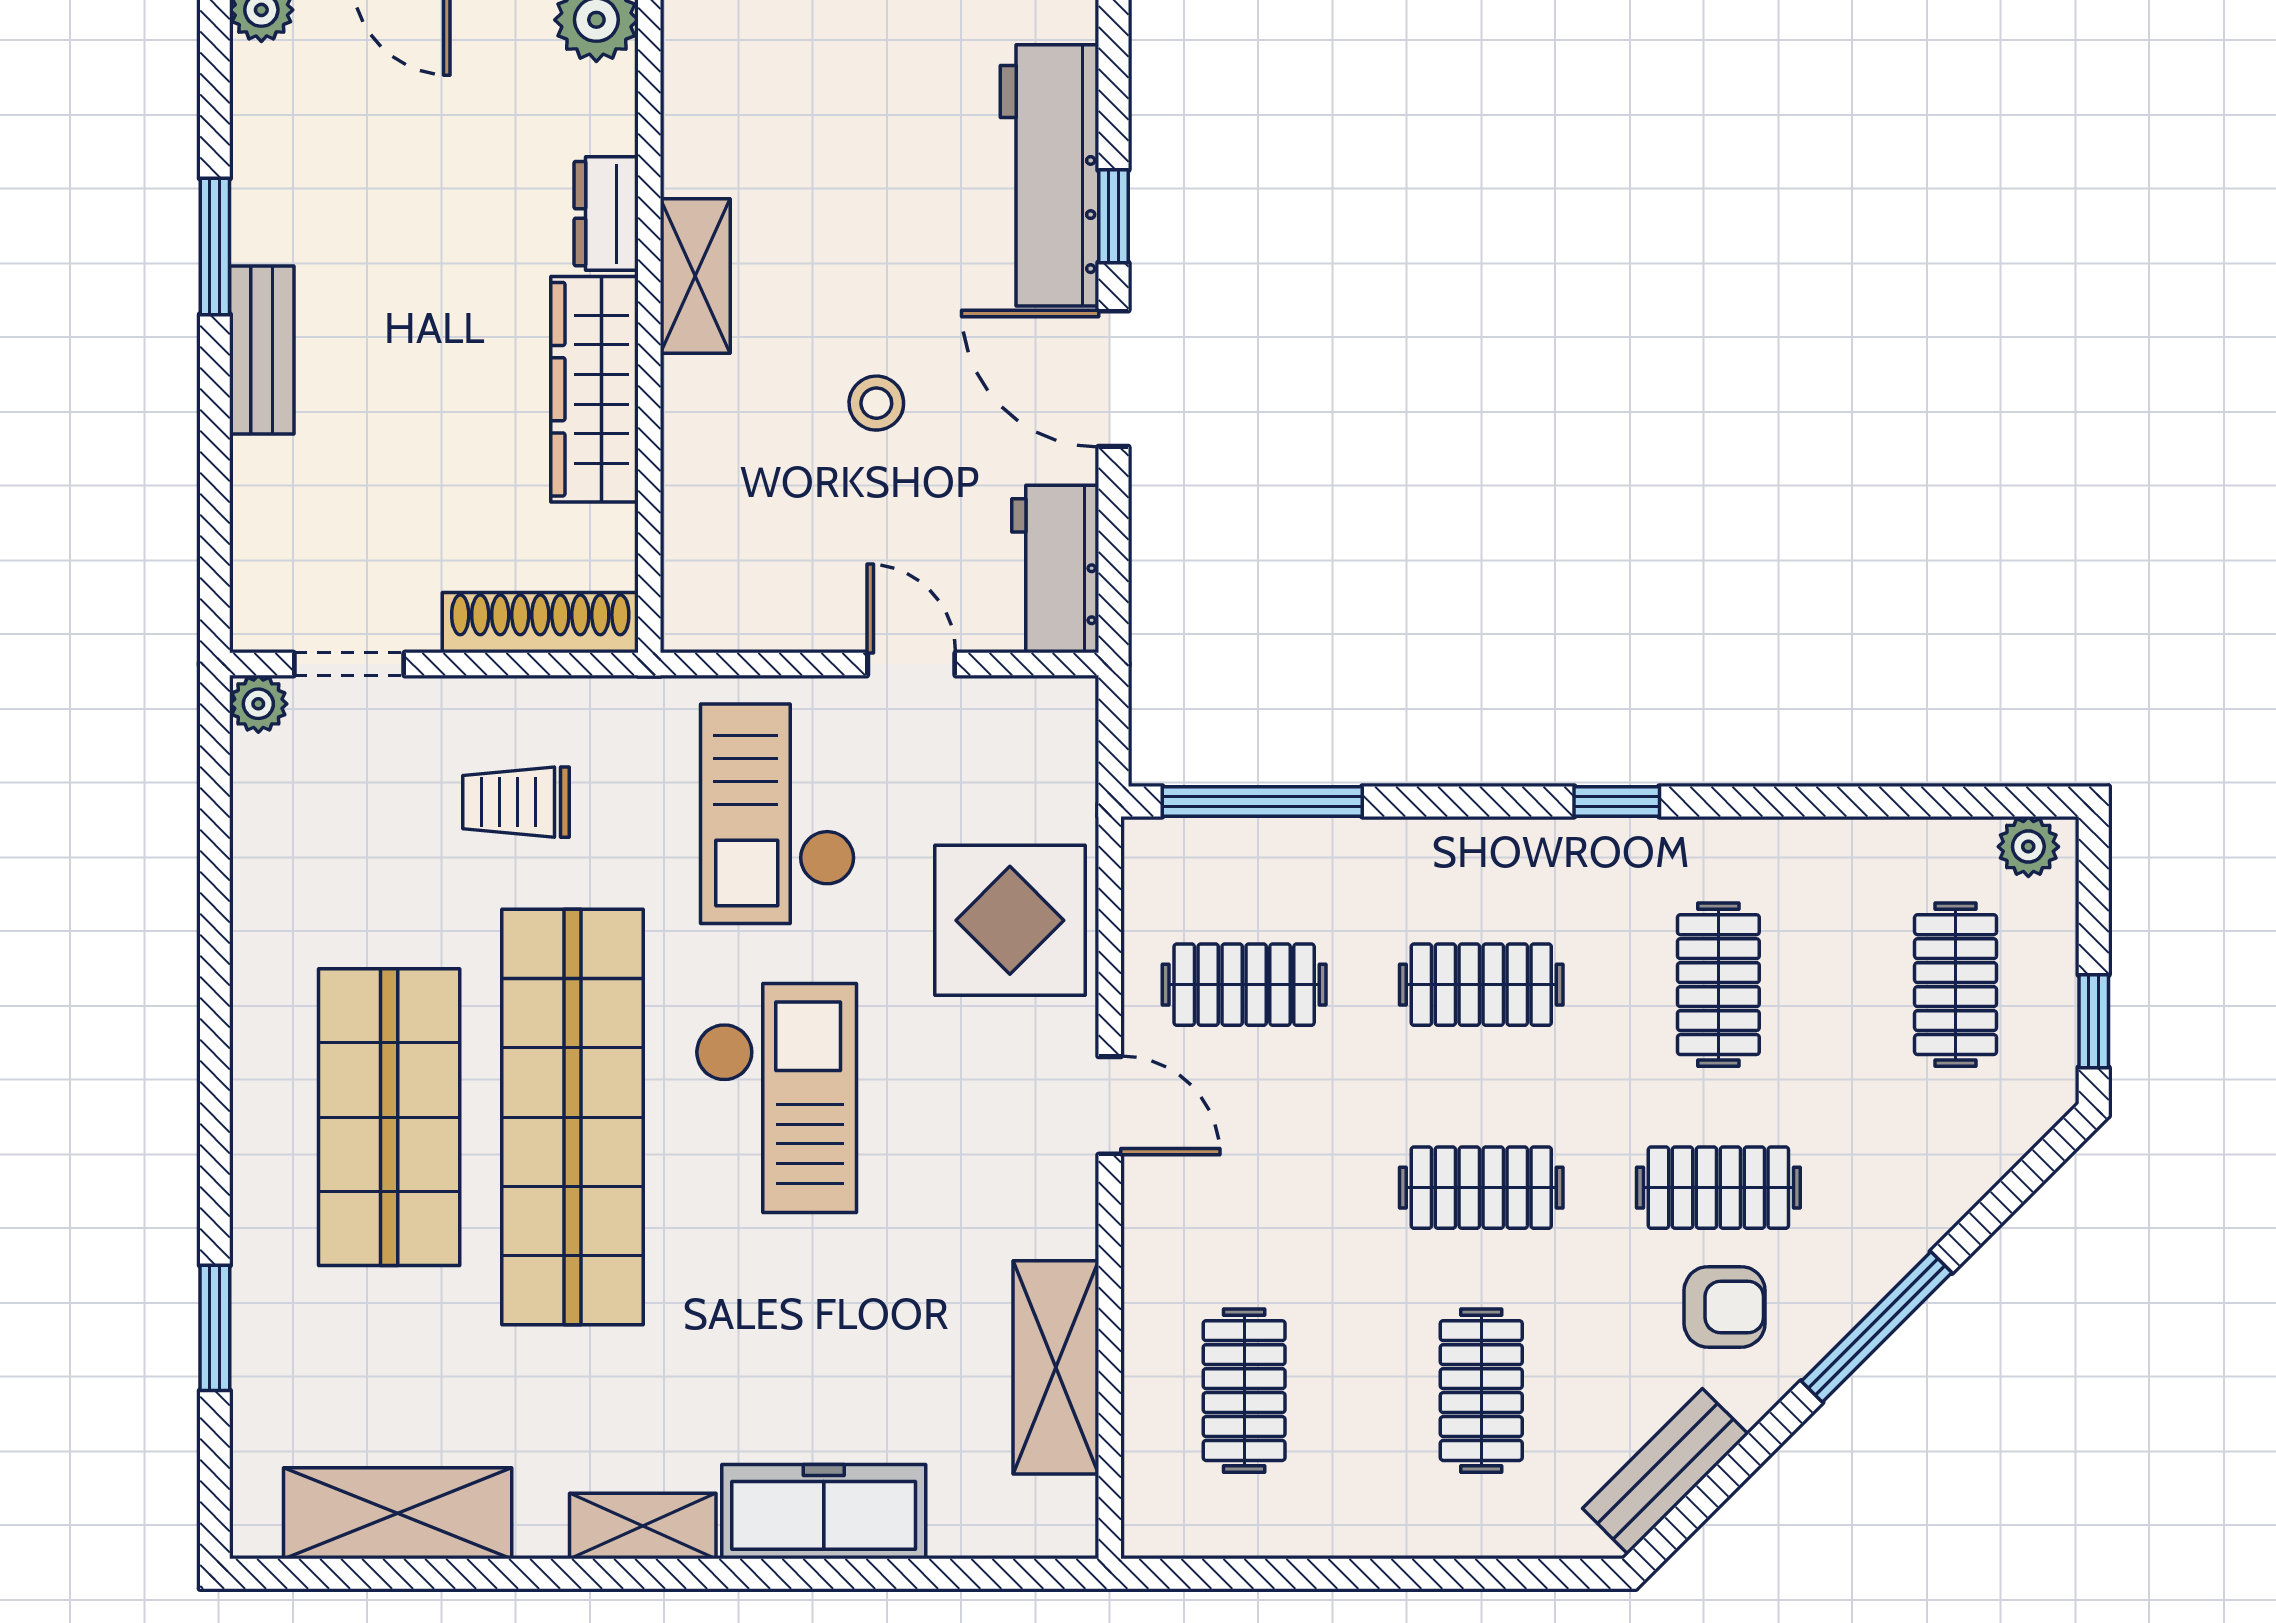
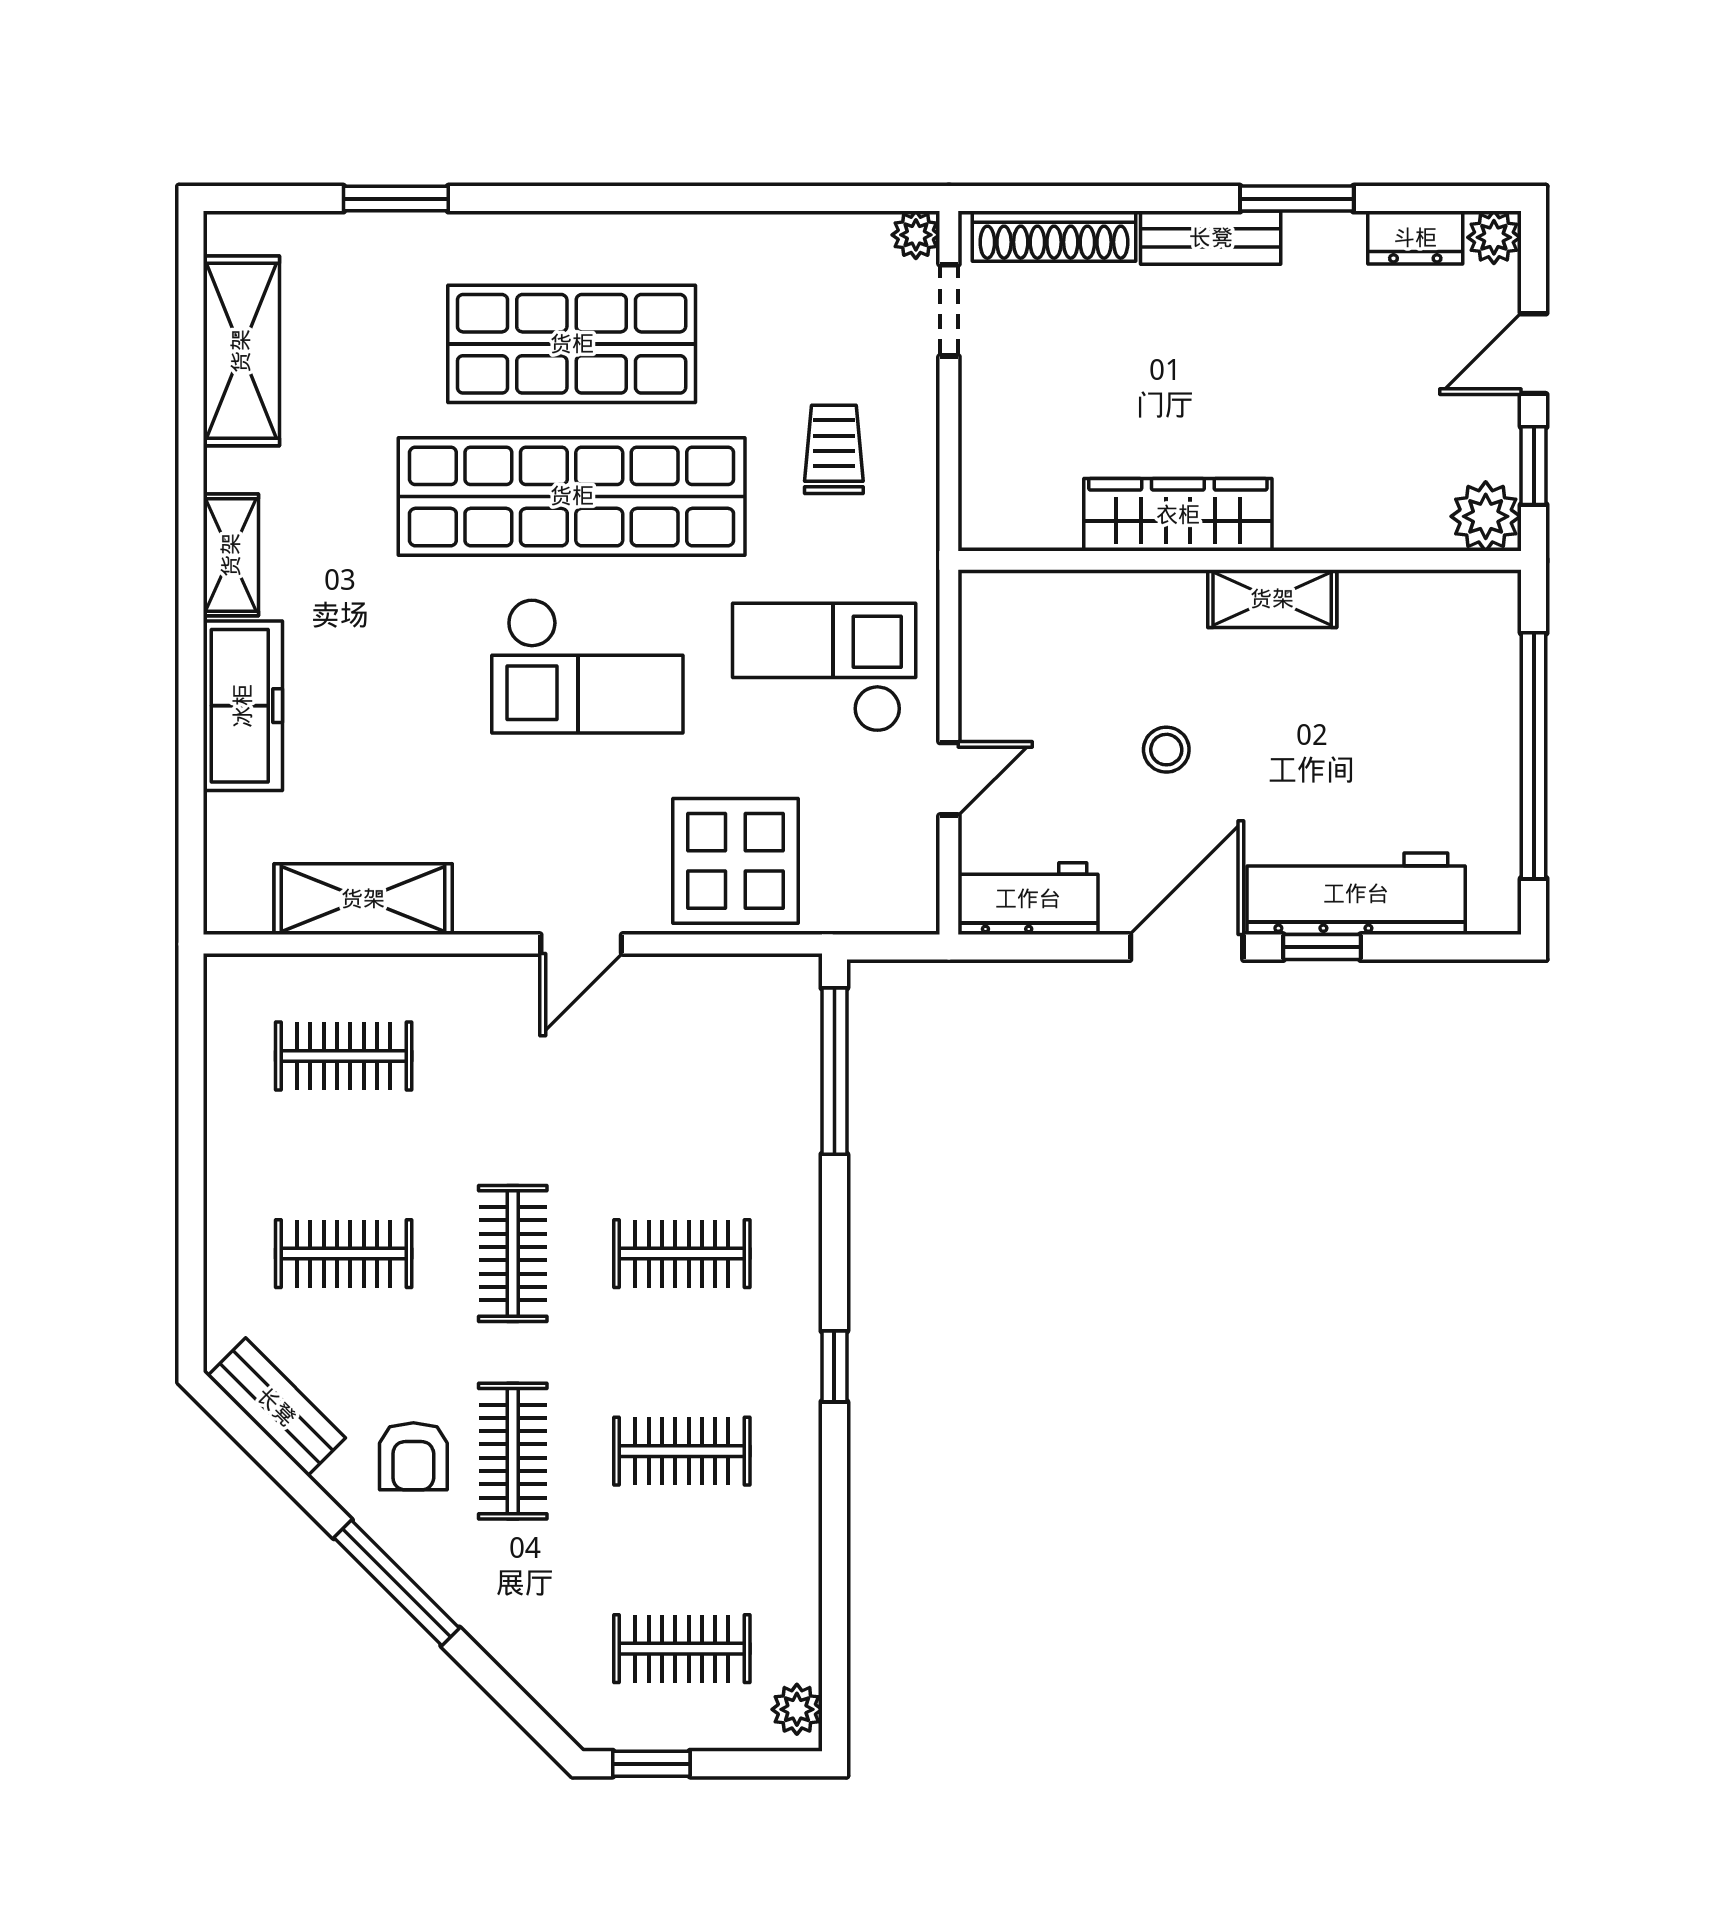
dresser: (606, 214) -> (1415, 238), moved, turned 180
shoe rack: (540, 623) -> (1054, 236), moved, turned 90
clothes rail: (1244, 985) -> (682, 1056), removed
clothes rail: (1481, 985) -> (682, 1254), turned 90

